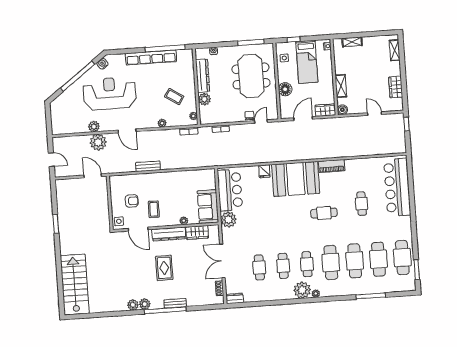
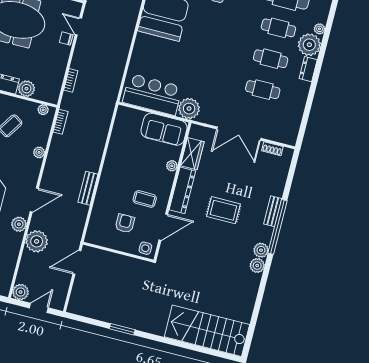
plant: (94, 127) -> (19, 224), moved
plant: (58, 143) -> (21, 292), added
fridge: (264, 171) -> (143, 43), removed
dresser: (235, 298) -> (308, 69), moved

